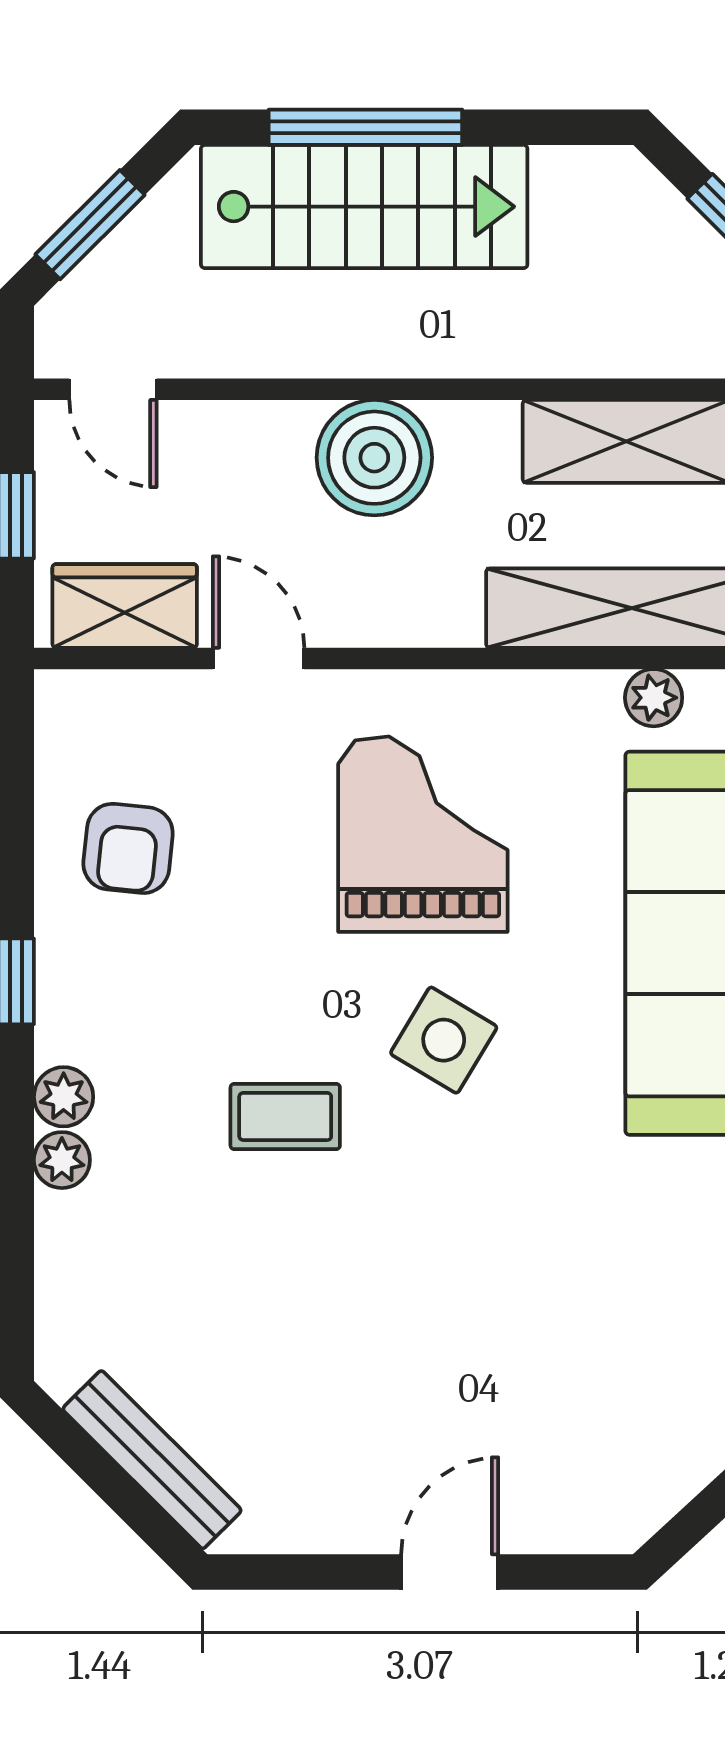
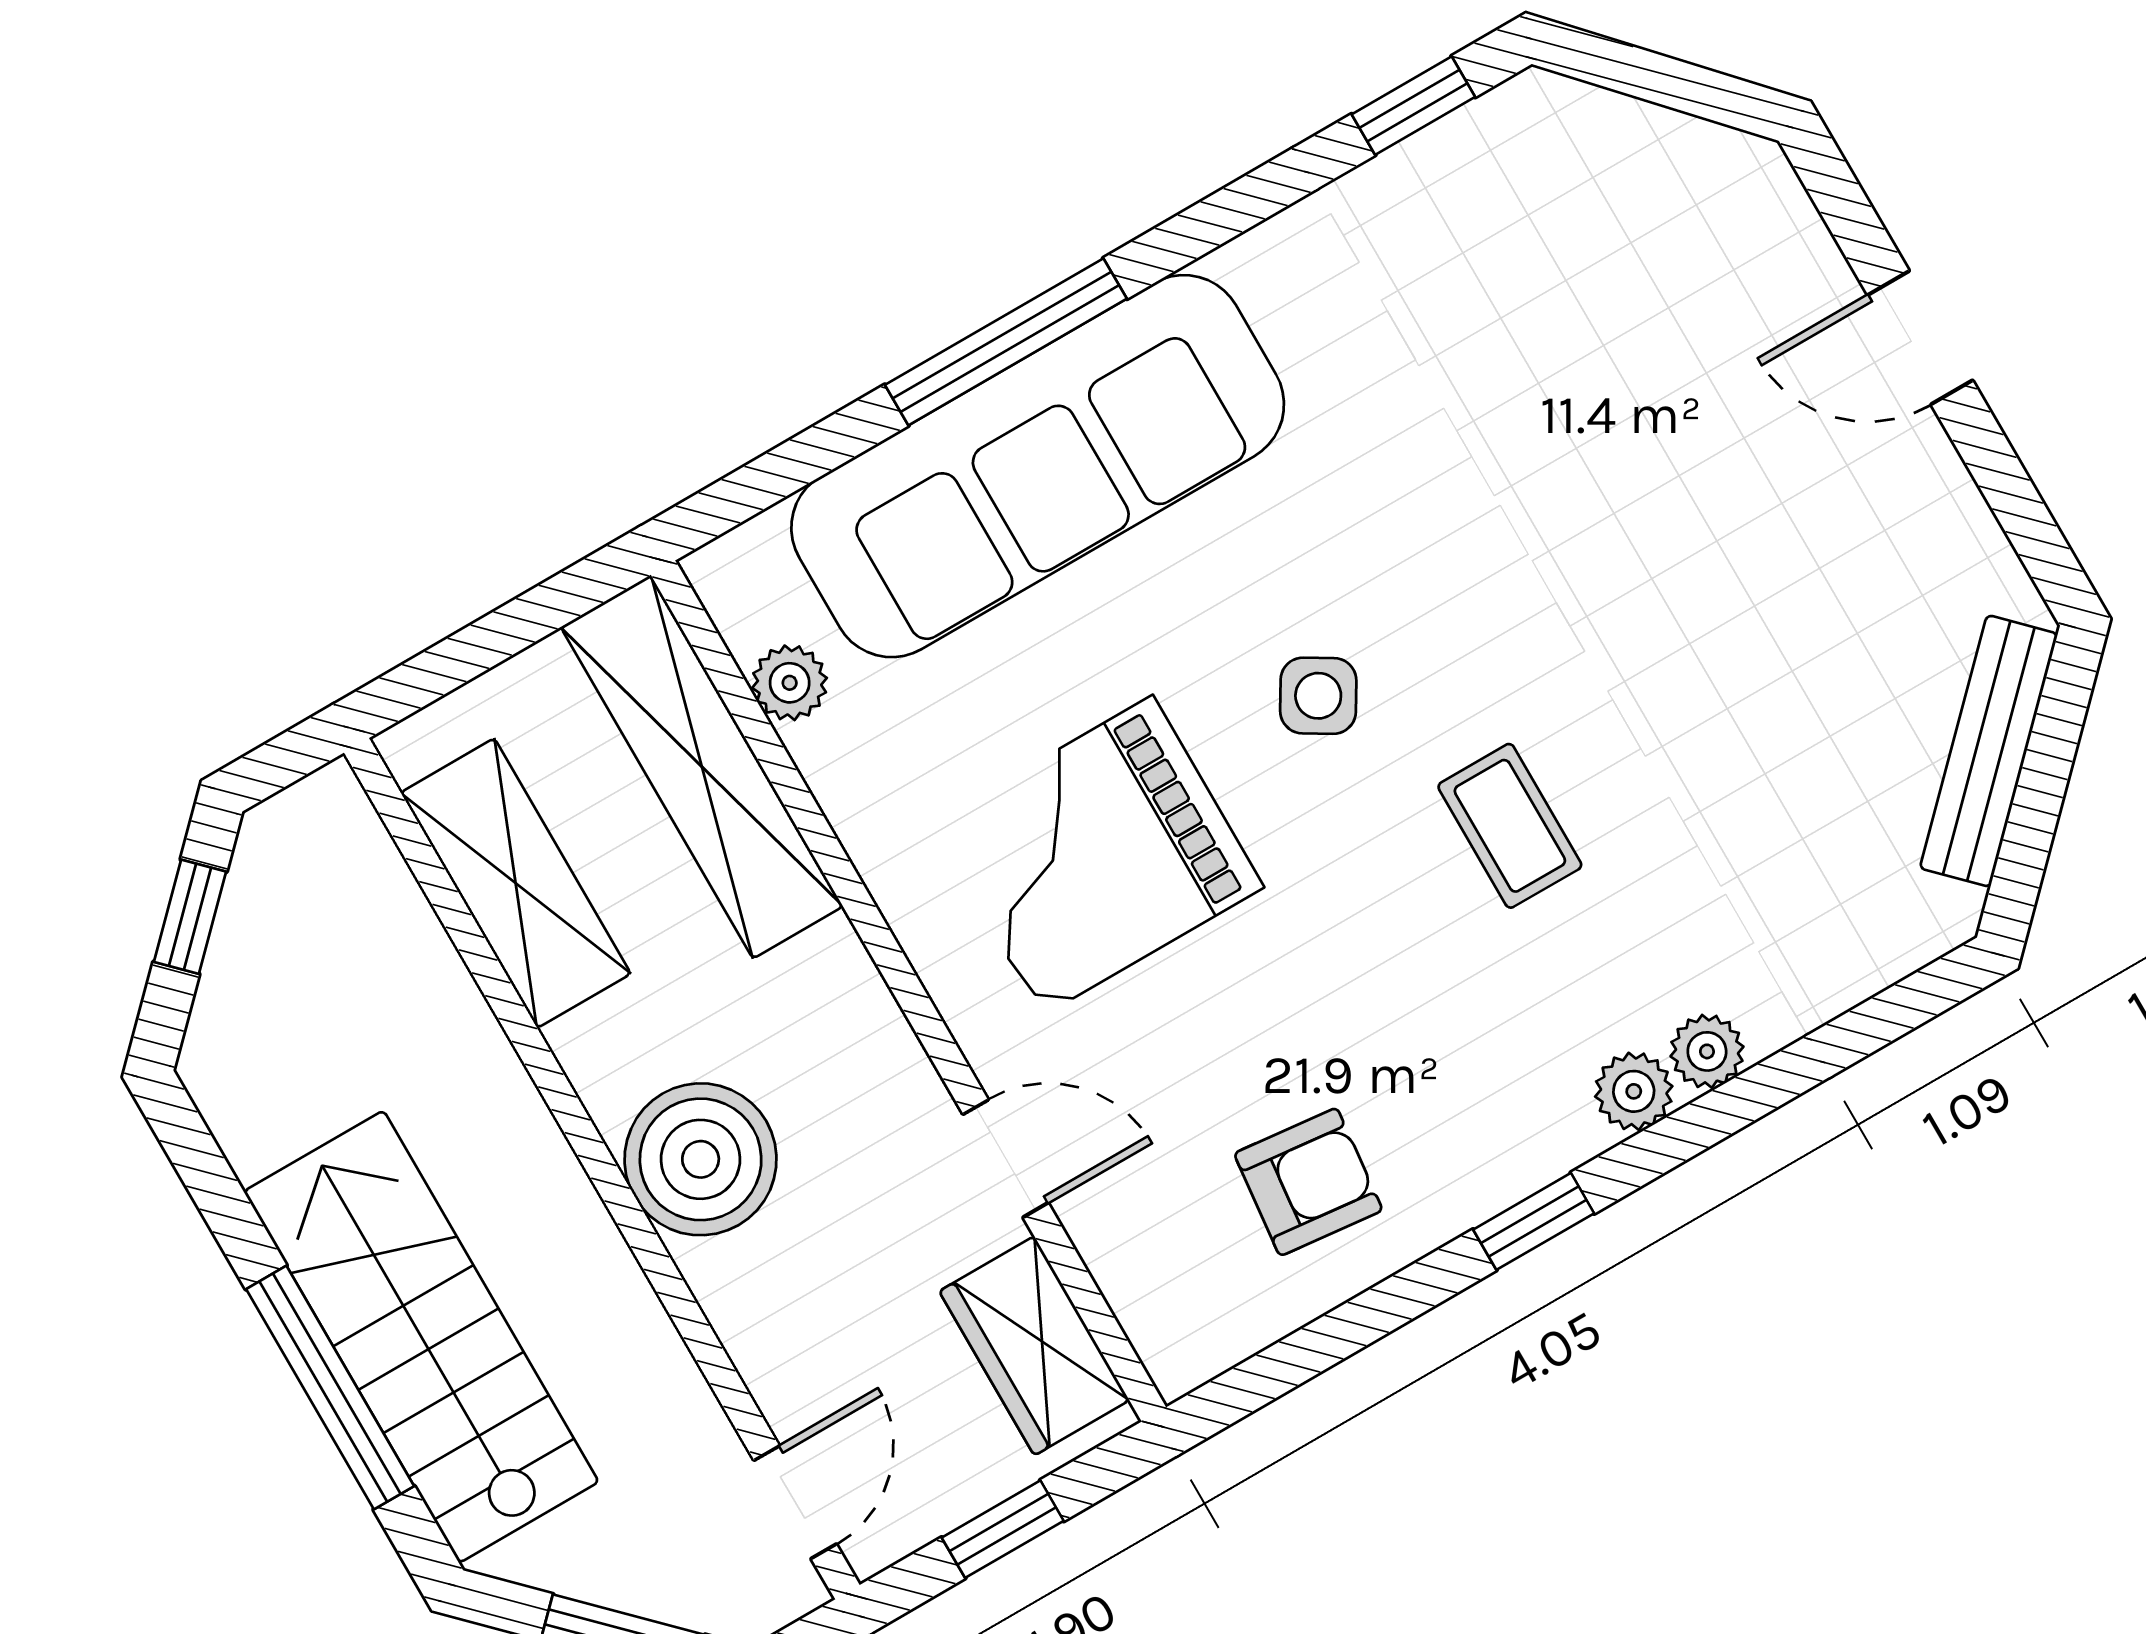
door: (259, 658) -> (1006, 1159), swing flipped
side table: (444, 1040) -> (1318, 696), width x0.73, depth x0.73

